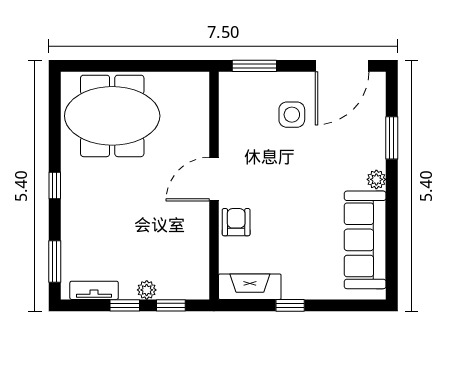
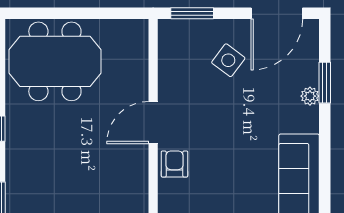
side table: (292, 115) -> (228, 60), turned 37
plant: (376, 179) -> (310, 96), moved

